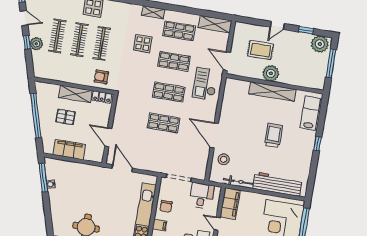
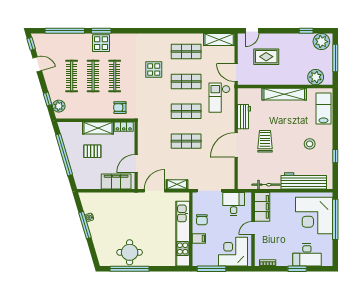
shelving: (153, 12) -> (177, 184), moved
door: (277, 25) -> (252, 31), moved
window: (27, 42) -> (48, 99), moved
plant: (36, 44) -> (59, 106), moved
plant: (271, 73) -> (316, 77), moved
workbench: (227, 108) -> (244, 117), added
door: (214, 135) -> (236, 145), hinge flipped
trolley: (274, 135) -> (265, 141), moved
door: (108, 137) -> (136, 164), hinge flipped
window: (317, 143) -> (335, 156), moved
filing cabinet: (69, 150) -> (116, 182), moved
stool: (224, 159) -> (310, 144), moved
door: (122, 168) -> (154, 191), hinge flipped
window: (43, 177) -> (85, 225), moved
door: (217, 224) -> (253, 228), hinge flipped

